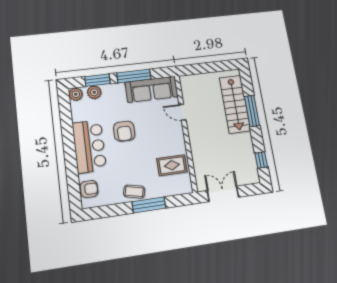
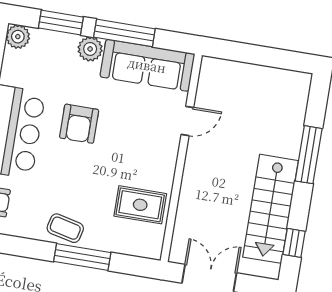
plant: (94, 92) -> (90, 49), moved
stairs: (235, 104) -> (271, 209), moved
door: (183, 112) -> (187, 121), swing flipped

